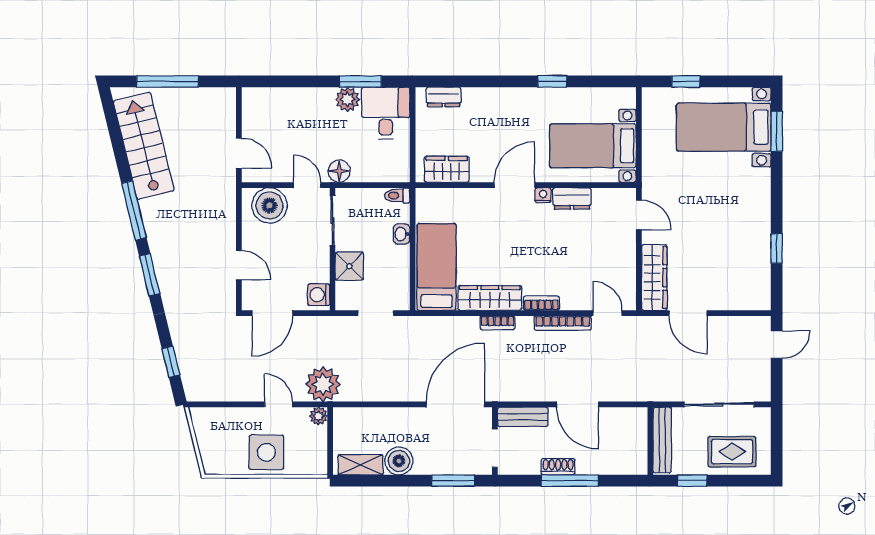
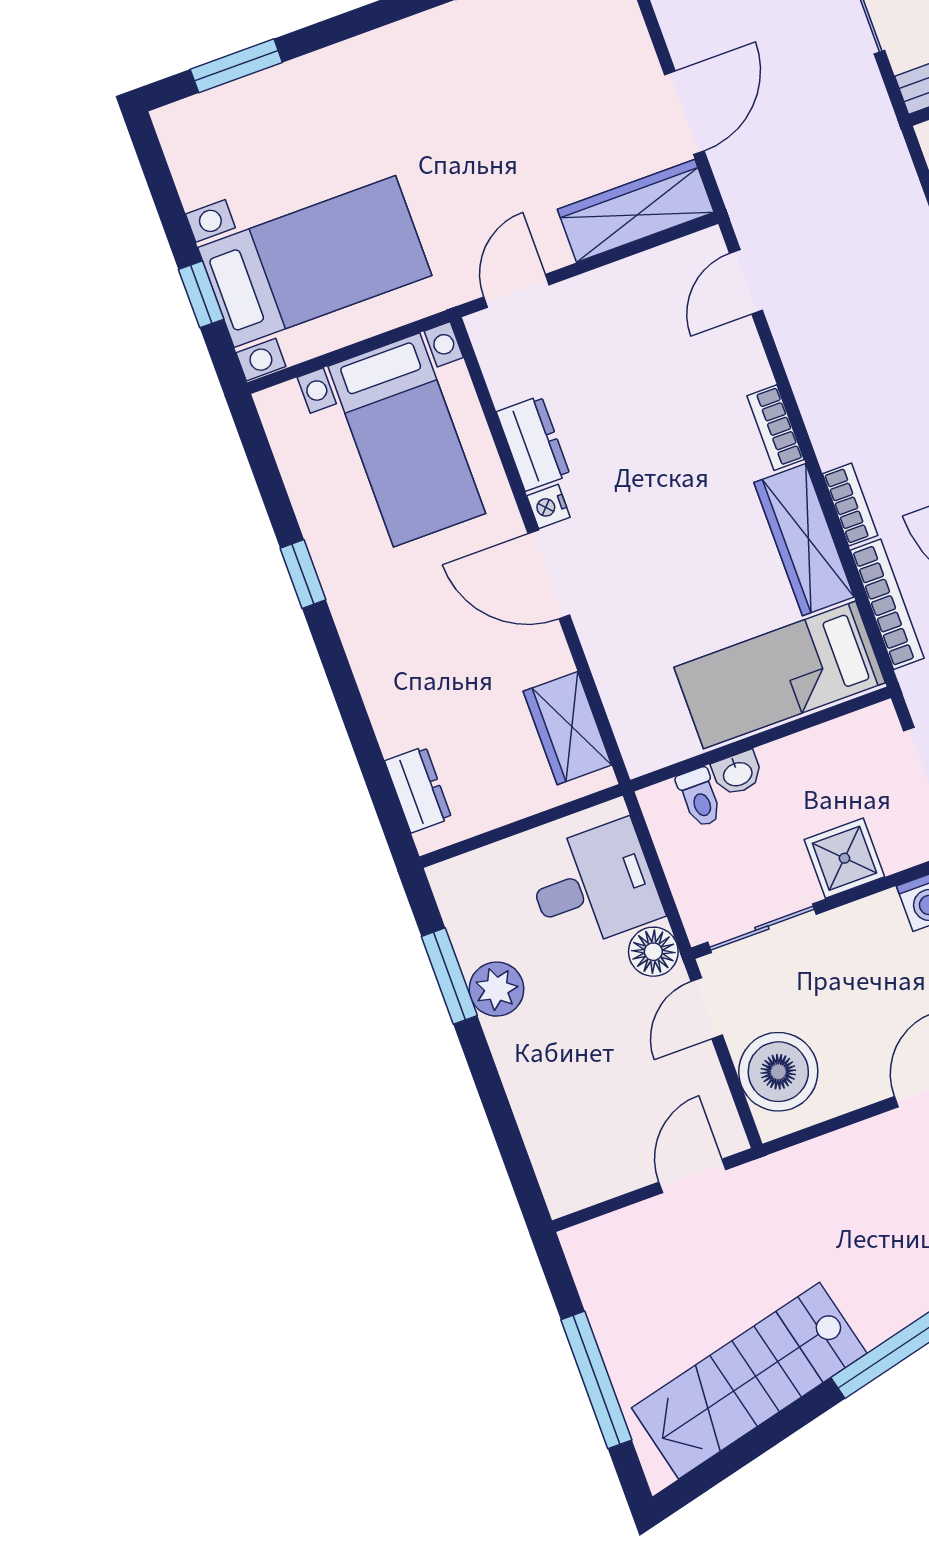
desk: (386, 113) -> (594, 886), moved, turned 180
bed with nightstands: (724, 127) -> (315, 261), moved, turned -90
toilet: (397, 195) -> (700, 797), moved
bookcase: (563, 323) -> (887, 604), moved

